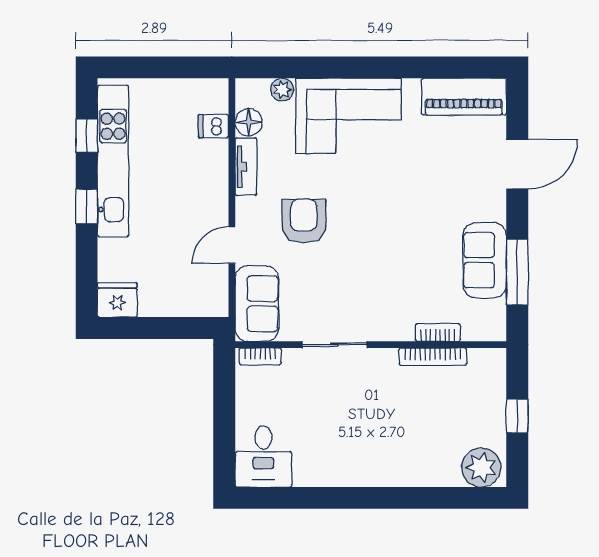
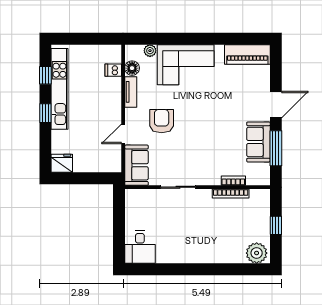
door: (517, 164) -> (276, 105), moved
bookcase: (260, 356) -> (138, 193), removed

